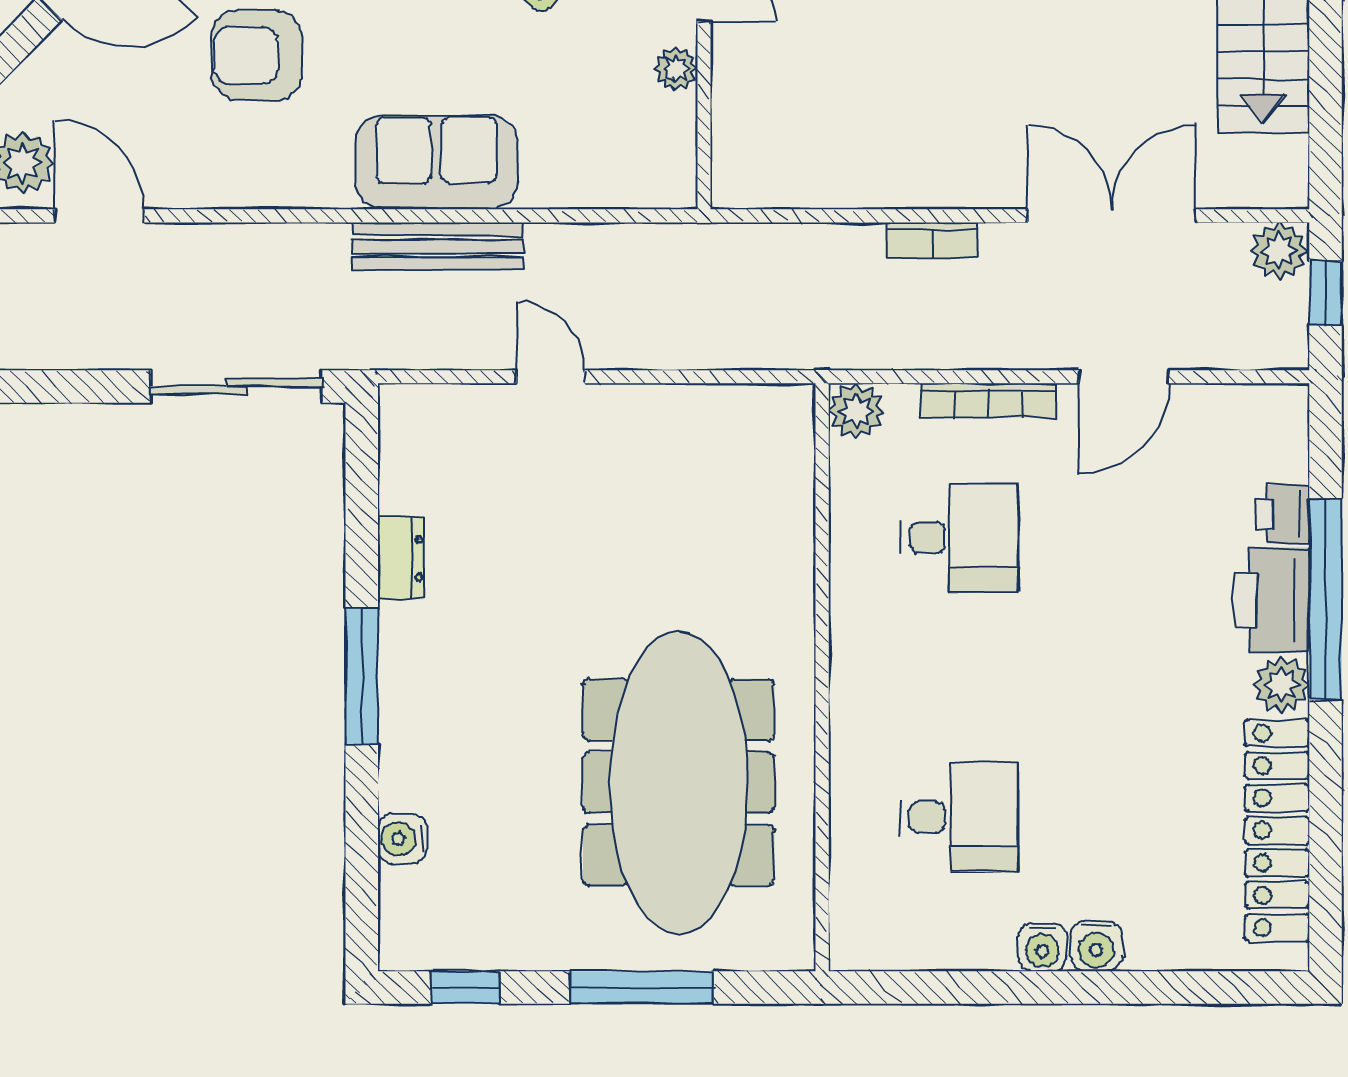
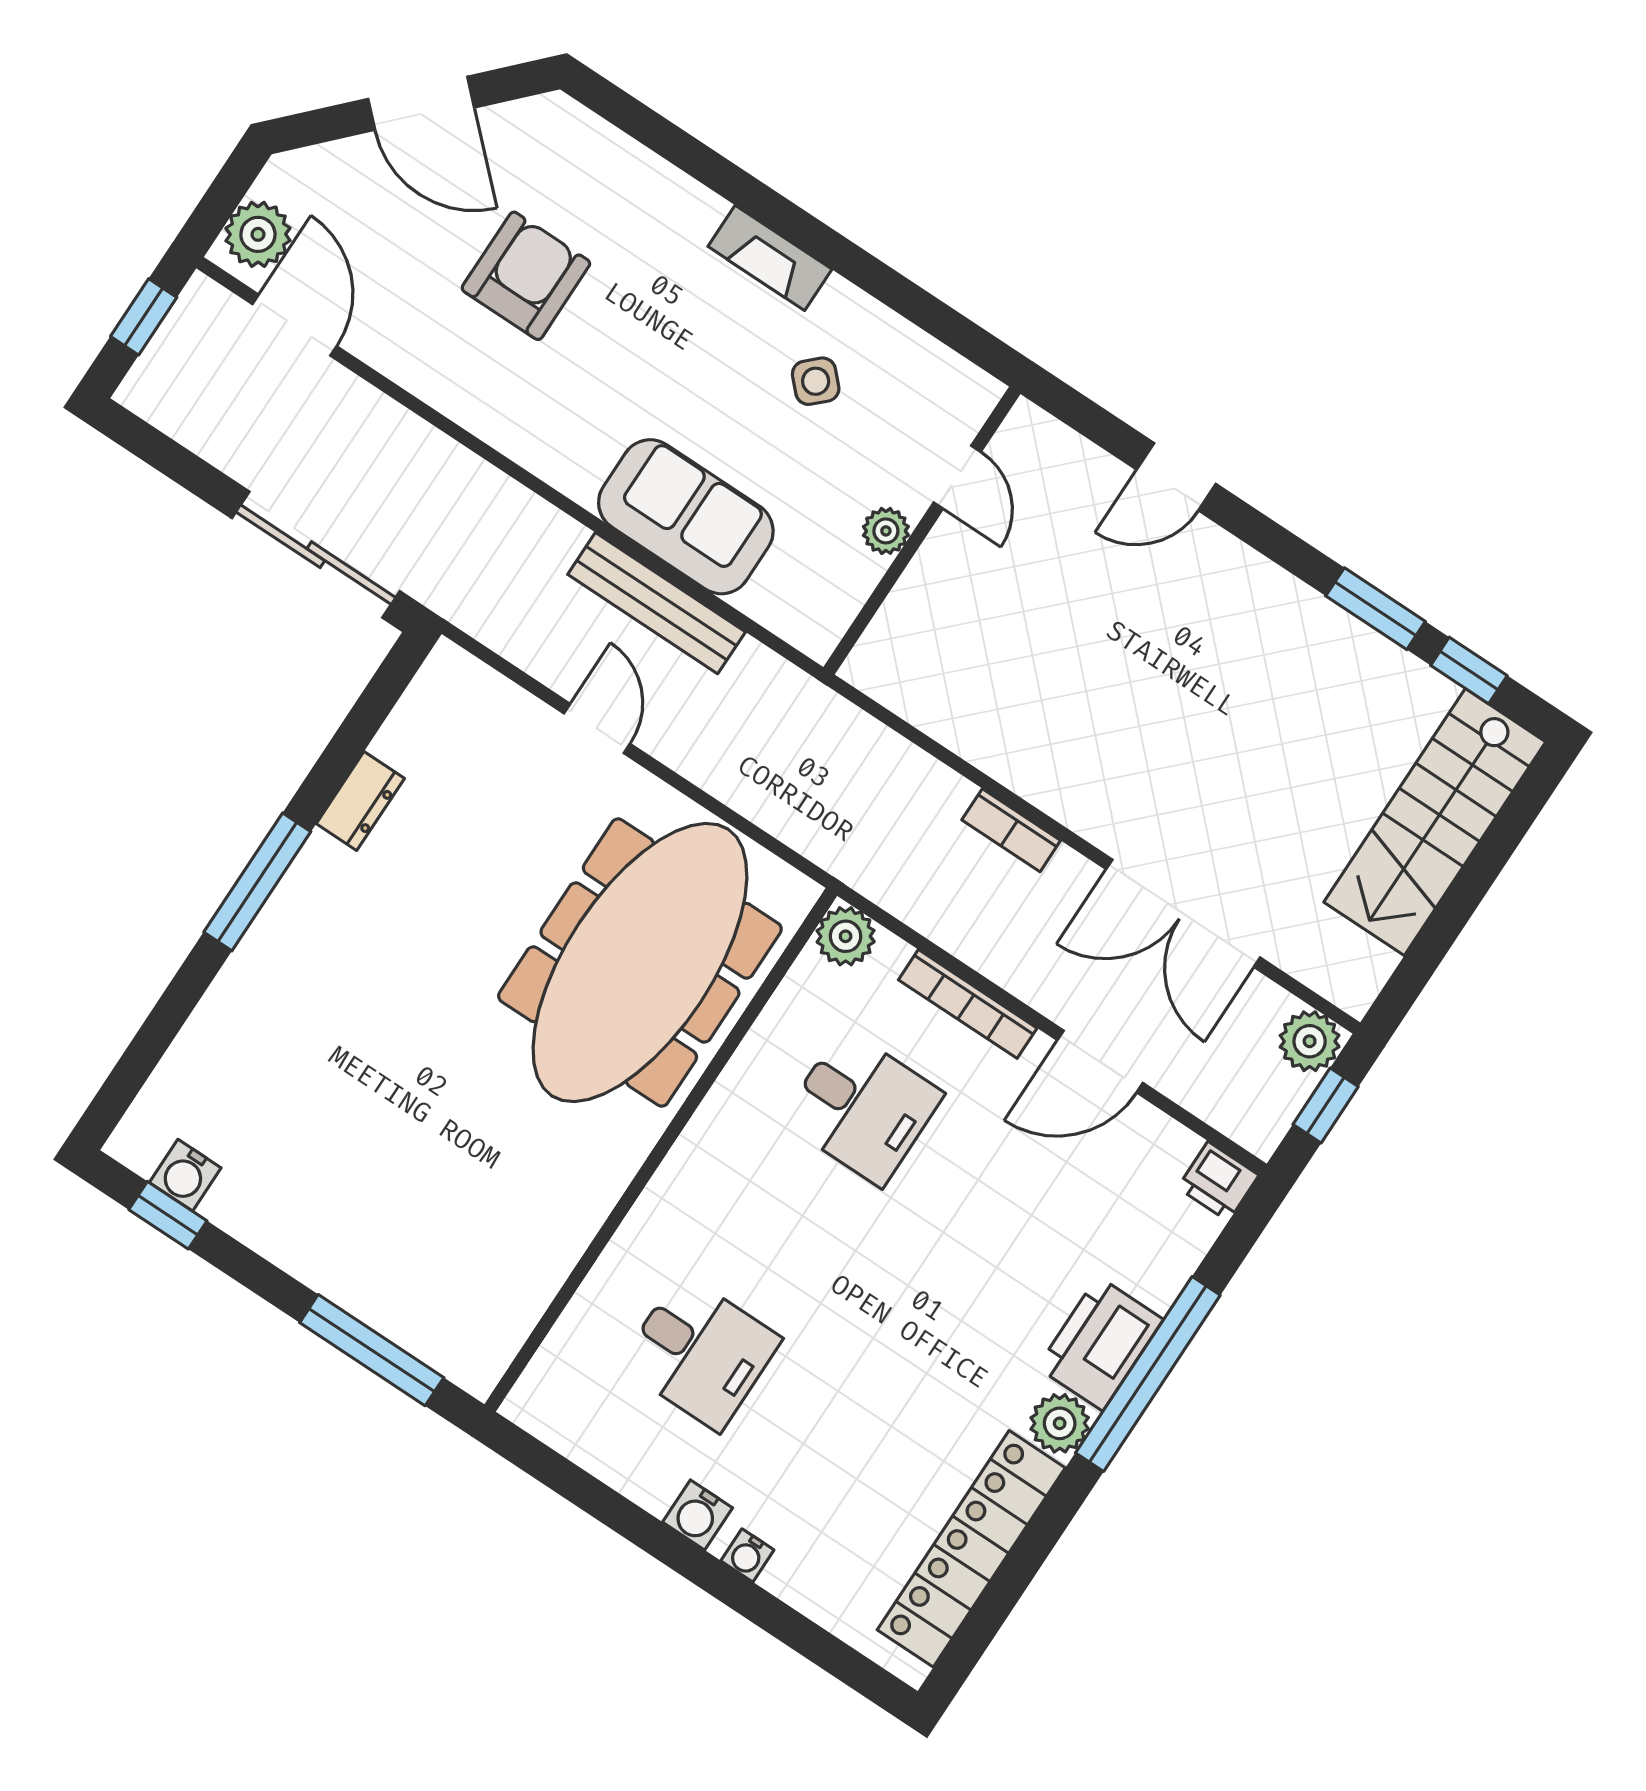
armchair: (257, 55) -> (526, 276), turned 90
sofa: (436, 162) -> (686, 517), moved
double door: (1112, 216) -> (1183, 913), swing flipped
bench: (438, 246) -> (657, 603), moved
printer: (1283, 514) -> (1218, 1181), moved, turned -90
meeting table: (679, 783) -> (640, 963), moved
water cooler: (403, 839) -> (185, 1175), moved, turned -90
water cooler: (1096, 946) -> (747, 1555), width x0.72, depth x0.72
window: (642, 987) -> (372, 1350), moved

